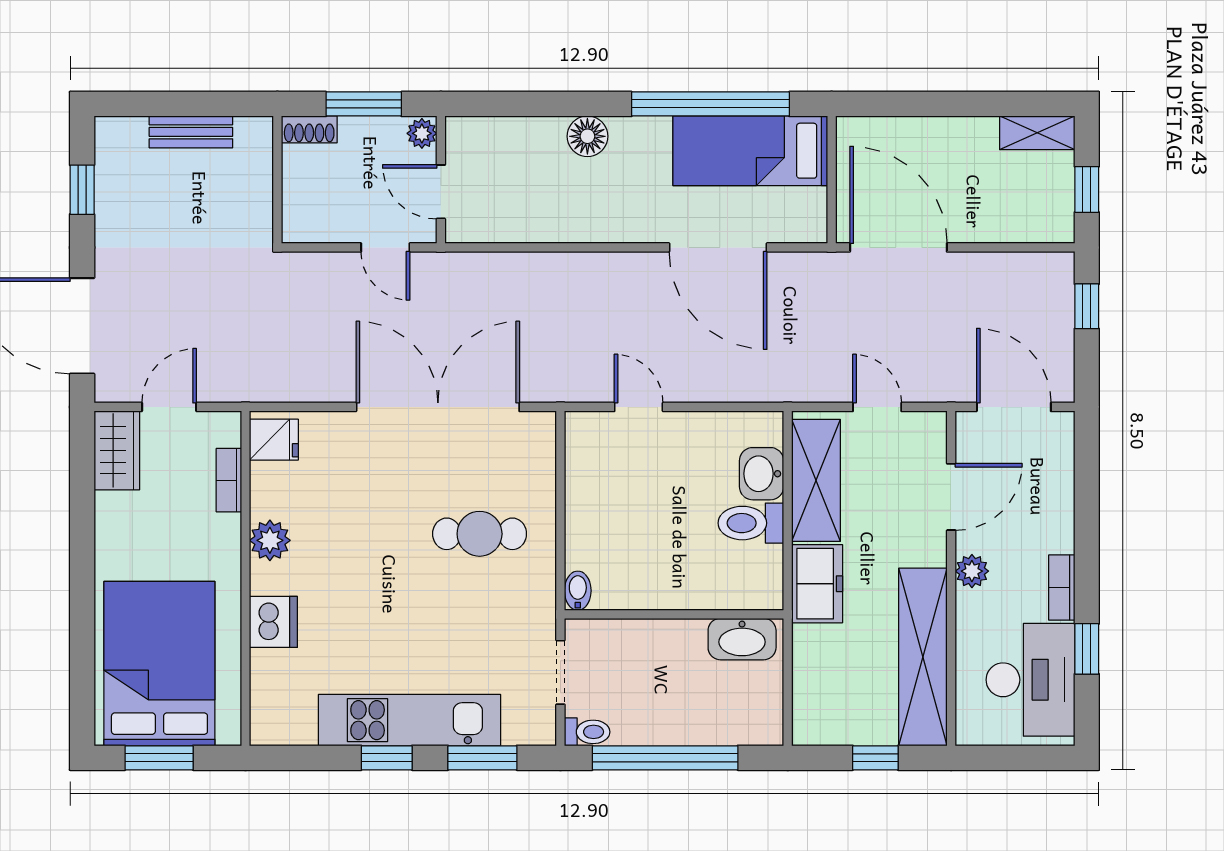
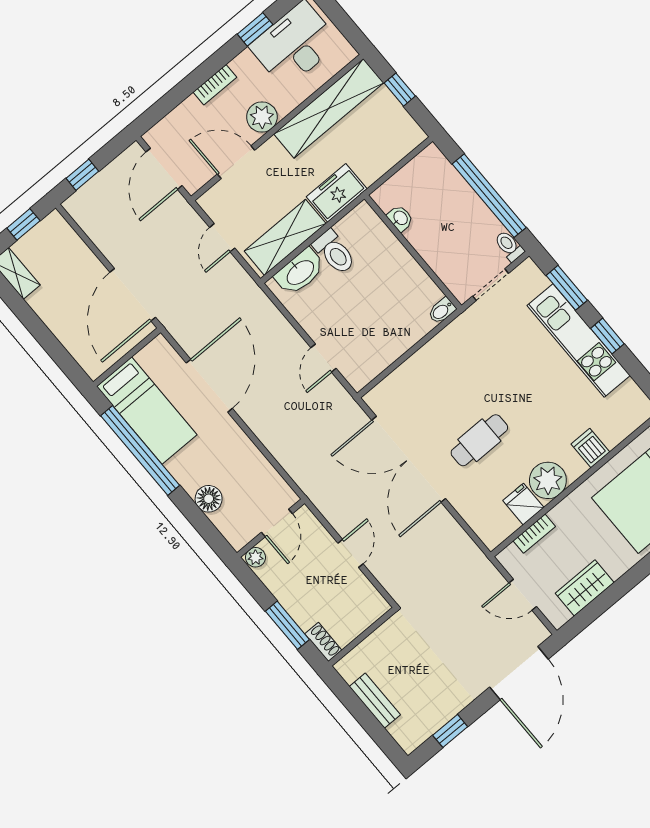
plant: (422, 133) -> (256, 557), moved
wall: (441, 180) -> (271, 528), moved
door: (441, 192) -> (277, 523), moved
fridge: (274, 440) -> (523, 504), moved
wardrobe: (117, 450) -> (585, 588), moved
washbasin: (762, 474) -> (300, 272), width x1.38
cafe table: (480, 534) -> (479, 440), moved, turned 90
plant: (270, 540) -> (548, 480), width x1.36, depth x1.36
plant: (972, 571) -> (262, 117), width x1.38, depth x1.38
bookcase: (1062, 588) -> (215, 85), moved
dishwasher: (273, 622) -> (590, 448), width x0.73
washbasin: (742, 639) -> (400, 218), width x0.52, depth x0.69

